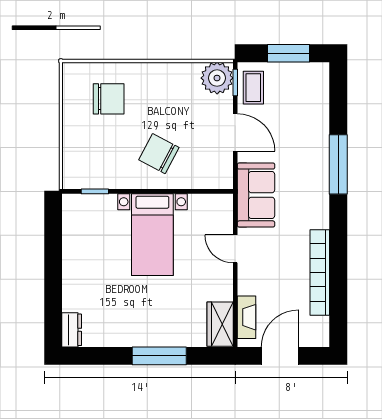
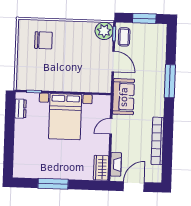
chair: (159, 154) -> (70, 72), removed
bed with nightstands: (152, 235) -> (65, 117), width x1.36
door: (235, 249) -> (111, 126), hinge flipped
dresser: (72, 330) -> (20, 109), moved
window: (159, 356) -> (53, 184), moved

